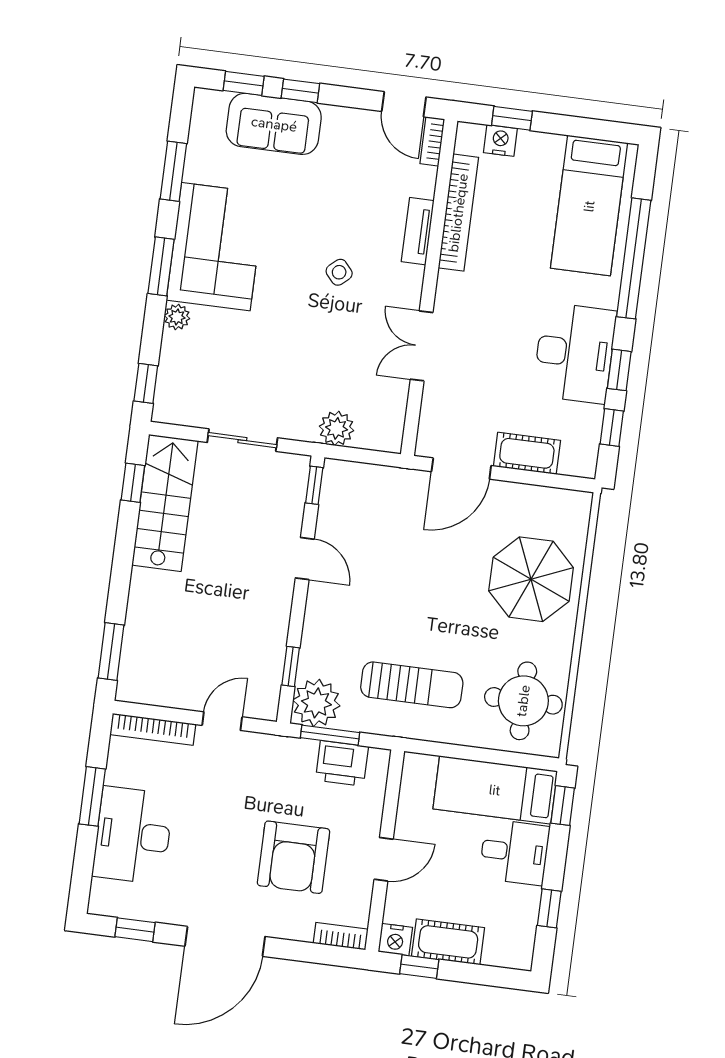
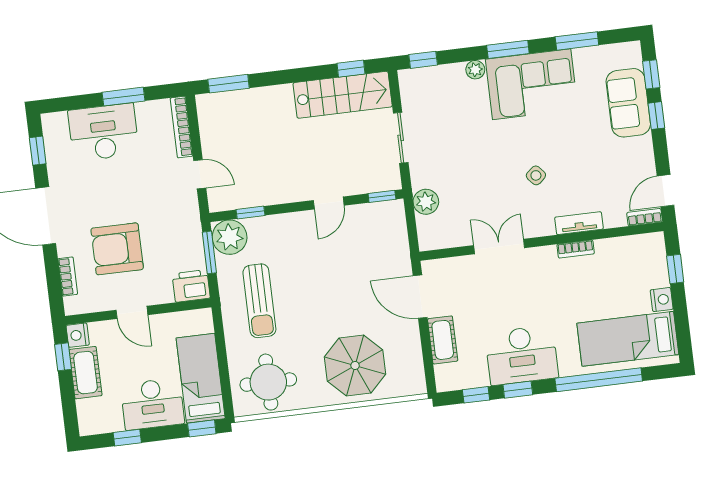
nightstand: (500, 141) -> (662, 300), moved
bookcase: (458, 213) -> (576, 249), width x0.43, depth x0.76
printer: (342, 763) -> (191, 286), moved, turned 90
desk: (514, 852) -> (152, 404), width x1.37
bookcase: (341, 936) -> (68, 276), moved

